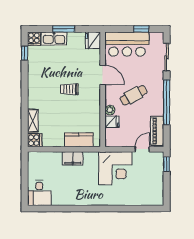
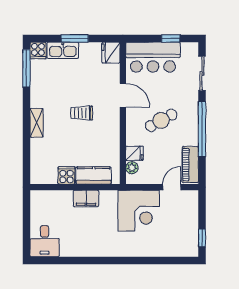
window: (25, 53) -> (26, 68), width x2.17
plant: (110, 110) -> (132, 168), moved
shelving: (33, 121) -> (37, 123), moved
cooker: (35, 140) -> (67, 175), moved, turned -90
window: (167, 164) -> (202, 238), moved

